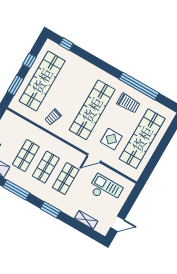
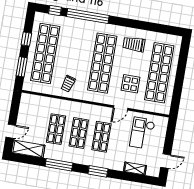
window: (139, 86) -> (88, 16), moved
trolley: (128, 103) -> (134, 44), turned 180
checkout: (105, 189) -> (142, 133), turned -90

